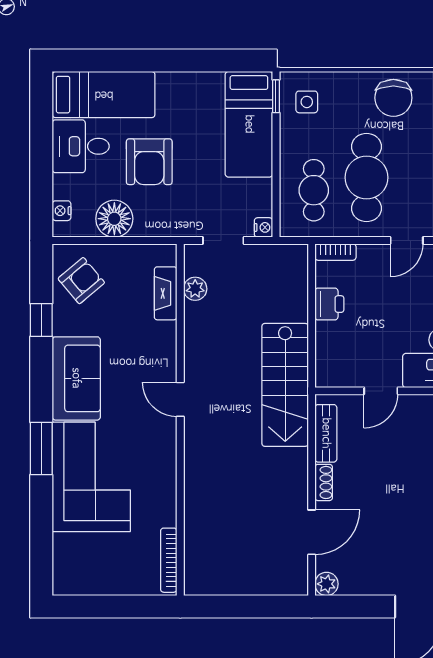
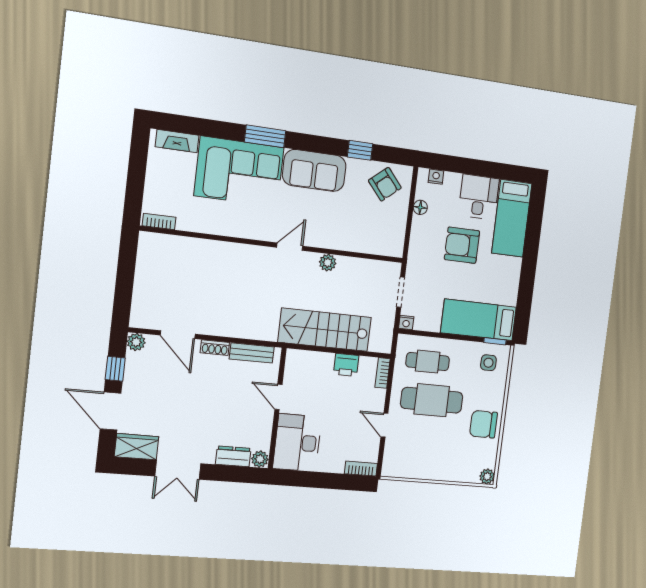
floor lamp: (114, 219) -> (420, 207), width x0.53, depth x0.53
plant: (195, 289) -> (328, 263), moved
fireplace: (166, 293) -> (177, 141), moved, turned 180
stairs: (285, 385) -> (325, 330), moved
bookcase: (169, 560) -> (159, 221), width x0.64
window: (364, 607) -> (115, 369), added

